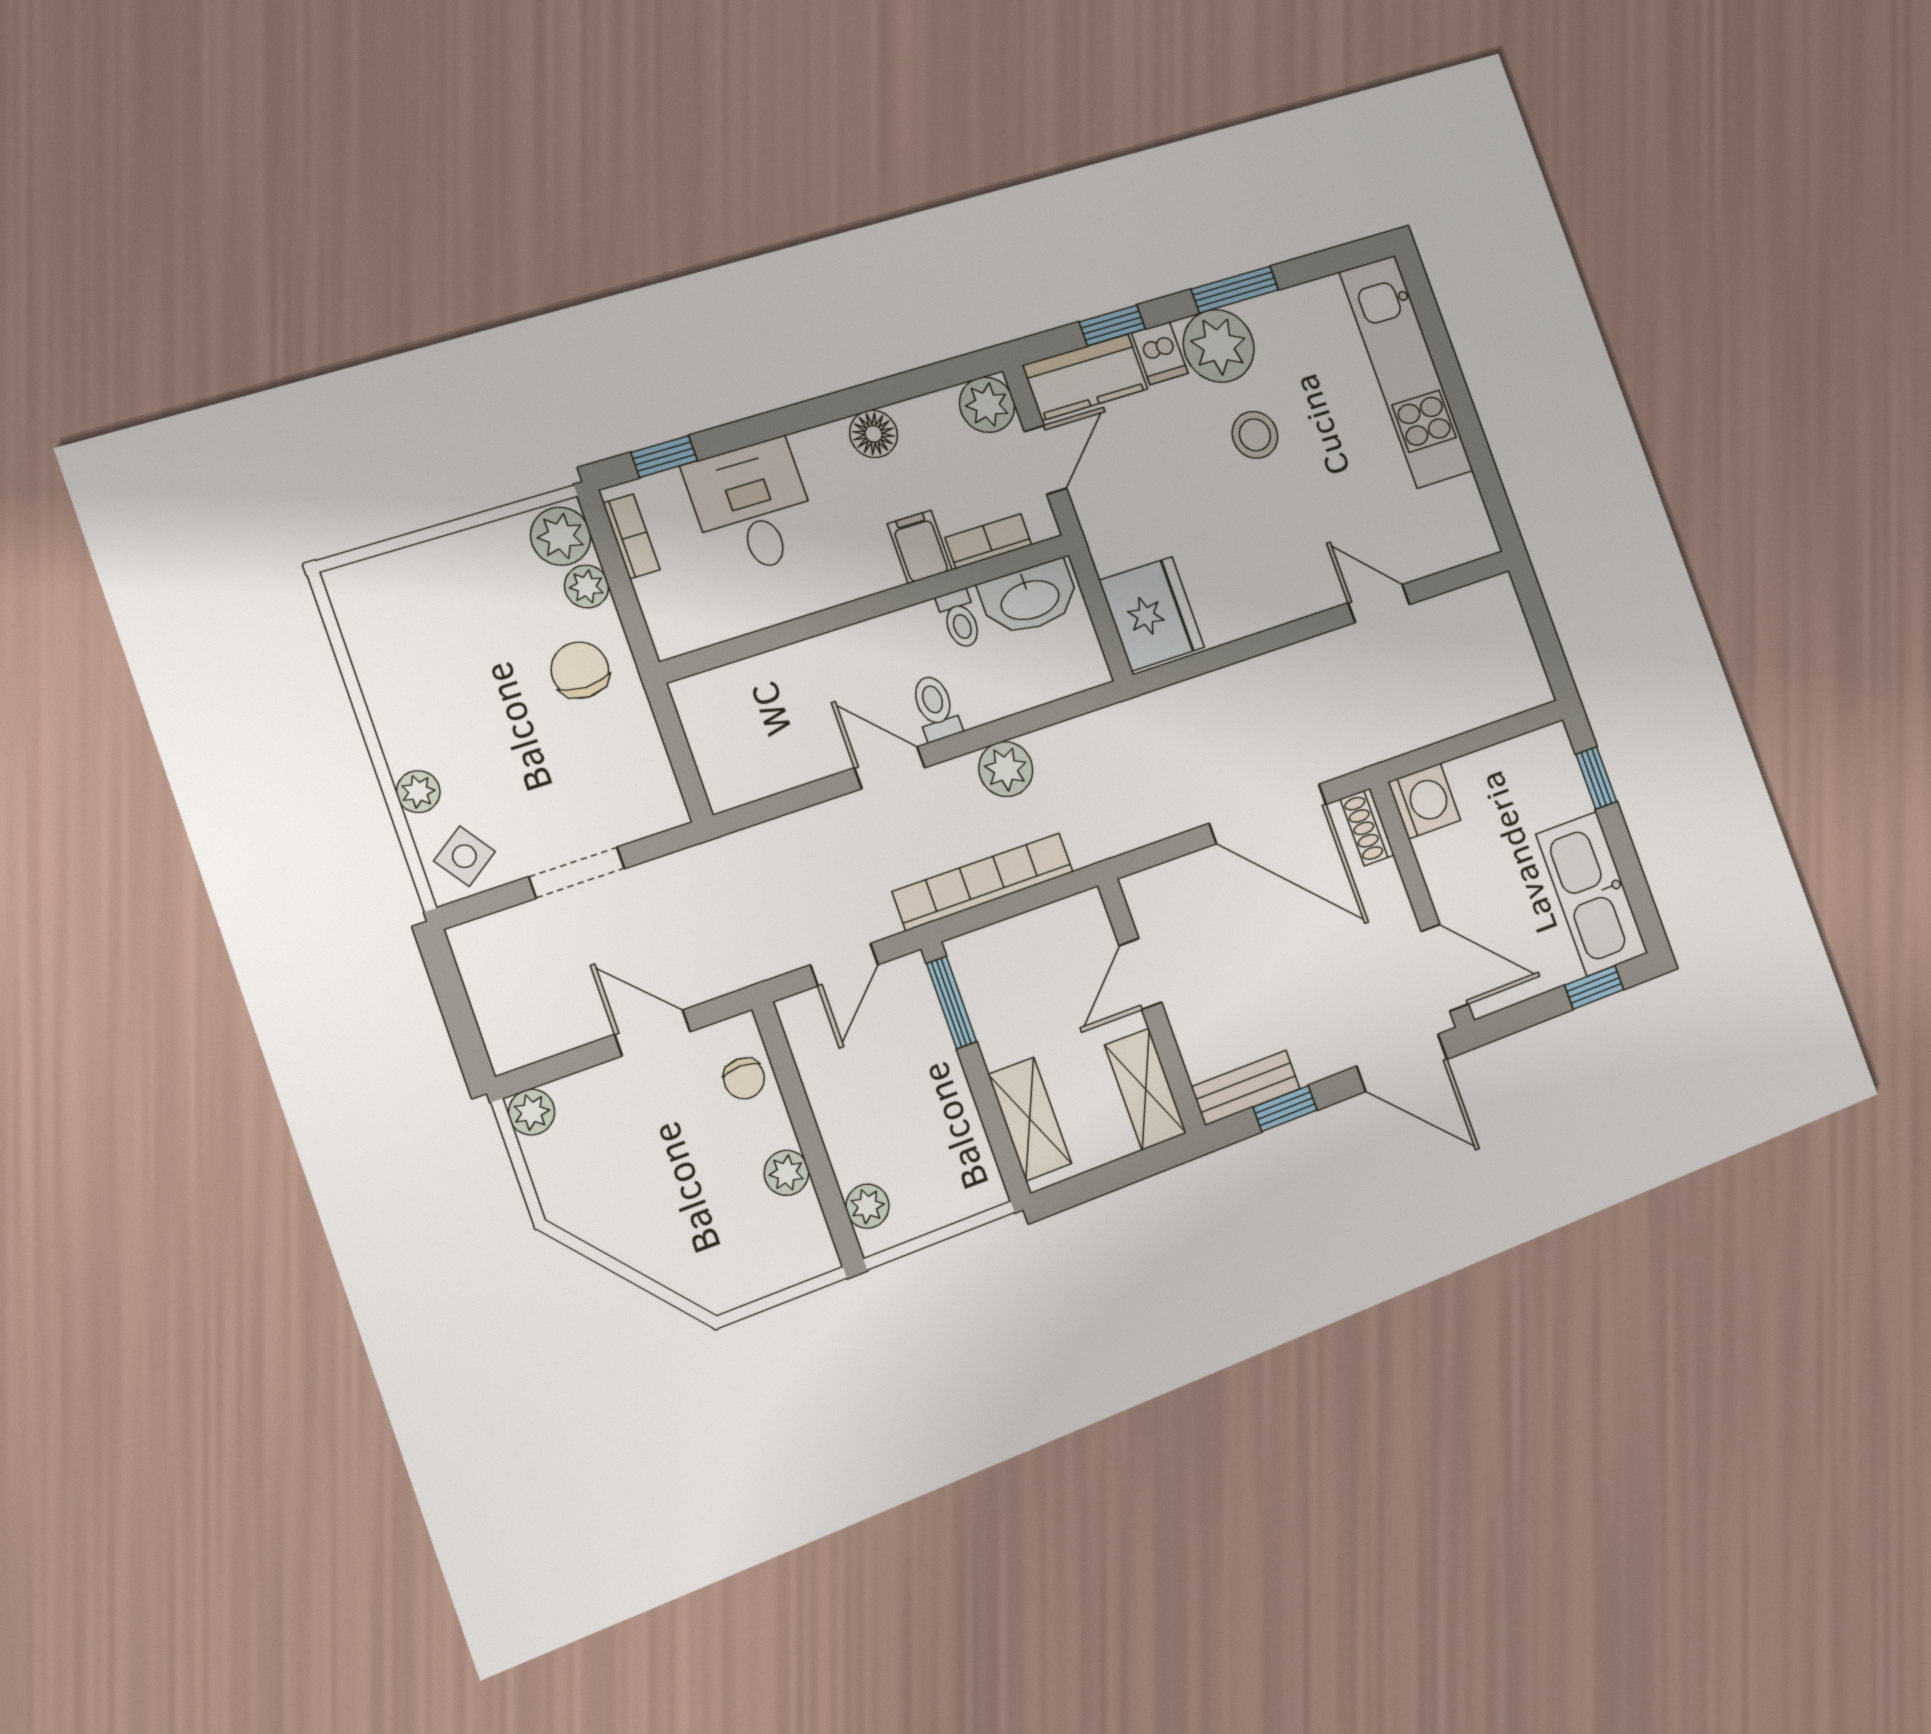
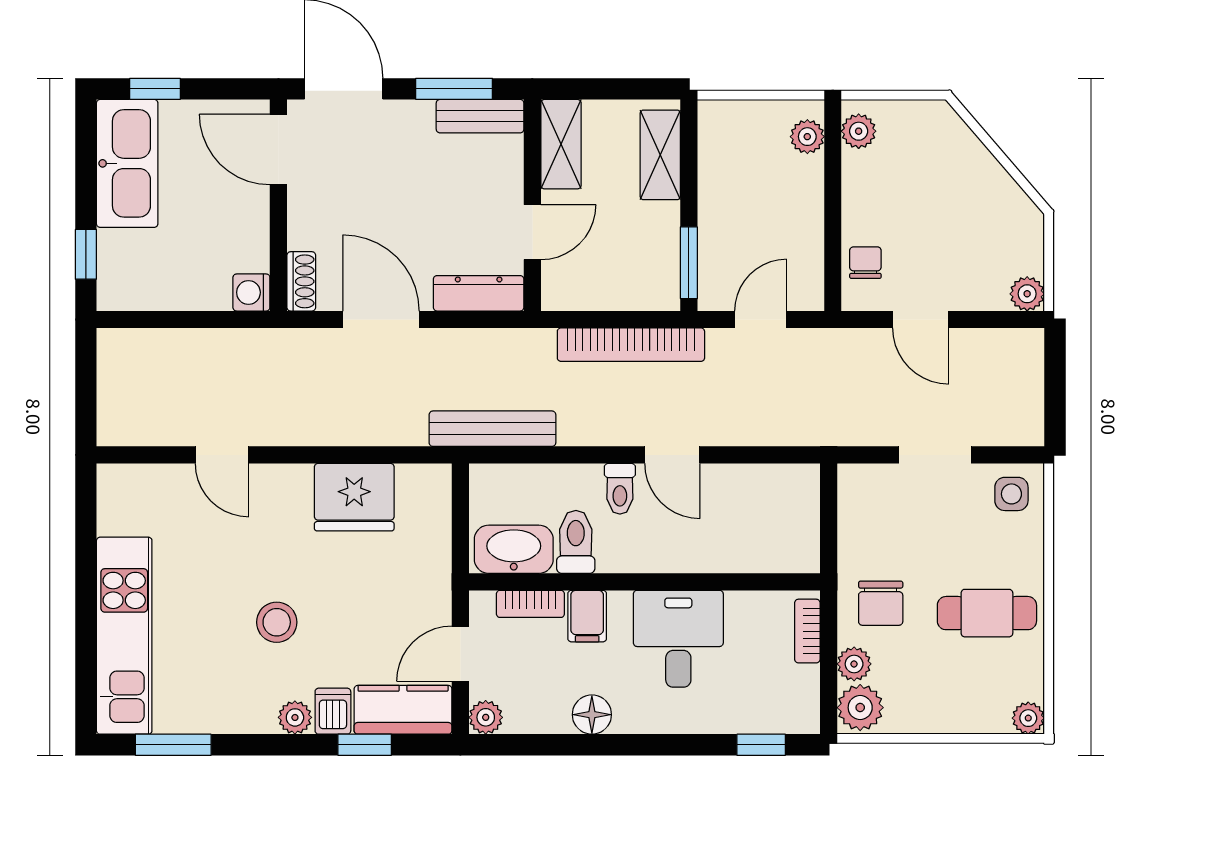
window: (1235, 290) -> (173, 745), moved
plant: (1219, 346) -> (295, 717), width x0.53, depth x0.53
plant: (987, 405) -> (486, 717), width x0.73, depth x0.73
desk: (753, 507) -> (678, 639), moved, turned 180
bookcase: (631, 536) -> (807, 631), moved
fridge: (1152, 614) -> (354, 497), moved, turned -90
toilet: (960, 619) -> (576, 542), width x1.37, depth x1.39
cafe table: (444, 699) -> (987, 613), added
bench: (1103, 730) -> (492, 429), added
plant: (1006, 769) -> (582, 424), removed
plant: (418, 792) -> (1028, 718), moved
washing machine: (1424, 801) -> (251, 292), width x0.73, depth x0.73
door: (1268, 814) -> (381, 319), width x0.73
side table: (464, 856) -> (1011, 494), turned 35
dresser: (1174, 881) -> (479, 293), added
window: (1285, 1109) -> (454, 89), width x1.50
plant: (786, 1173) -> (859, 131), moved

